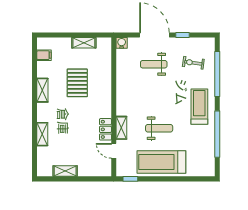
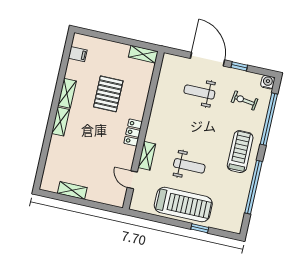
shelving: (84, 43) -> (143, 54), moved
water cooler: (122, 43) -> (268, 82), moved
locker: (105, 129) -> (133, 133), moved
shelving: (42, 134) -> (60, 122), moved
treadmill: (161, 162) -> (183, 205), turned 180
window: (130, 179) -> (200, 228), moved

